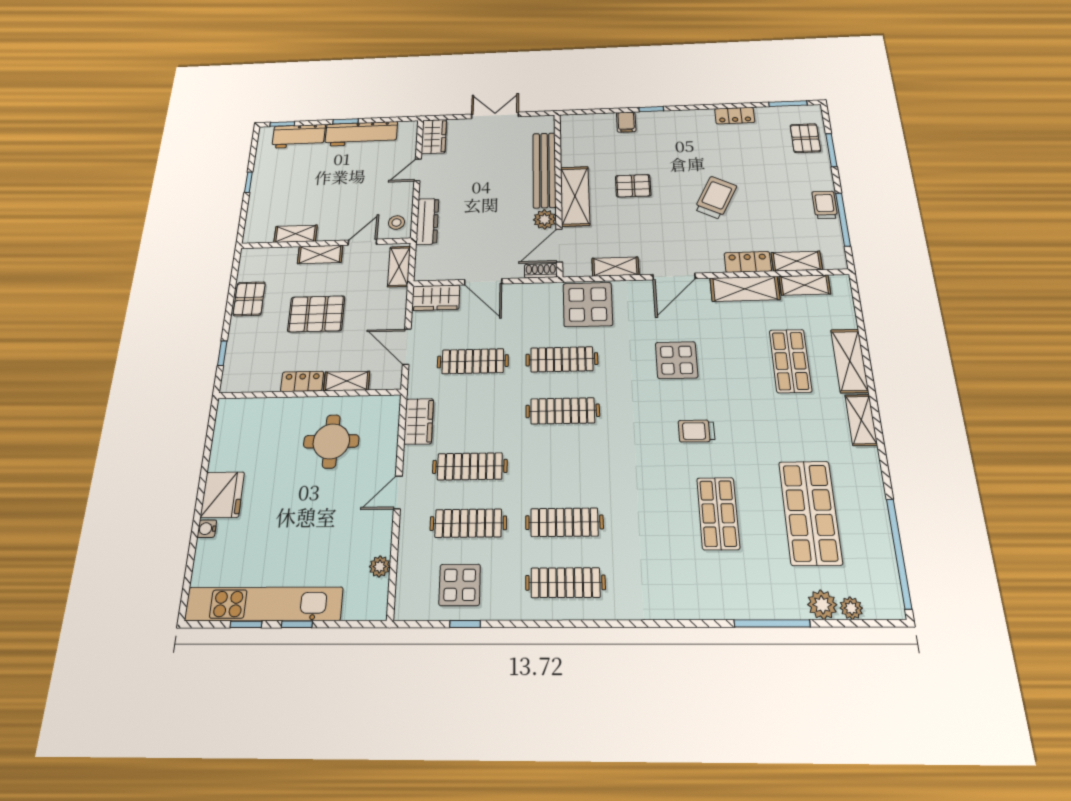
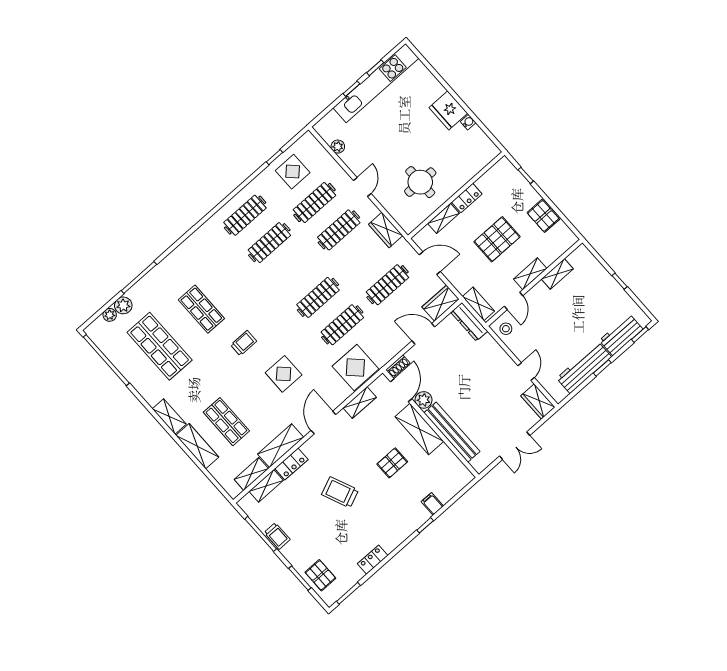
trolley: (716, 198) -> (340, 492), turned 130
dresser: (427, 221) -> (469, 322), moved
water cooler: (207, 529) -> (468, 122), moved

